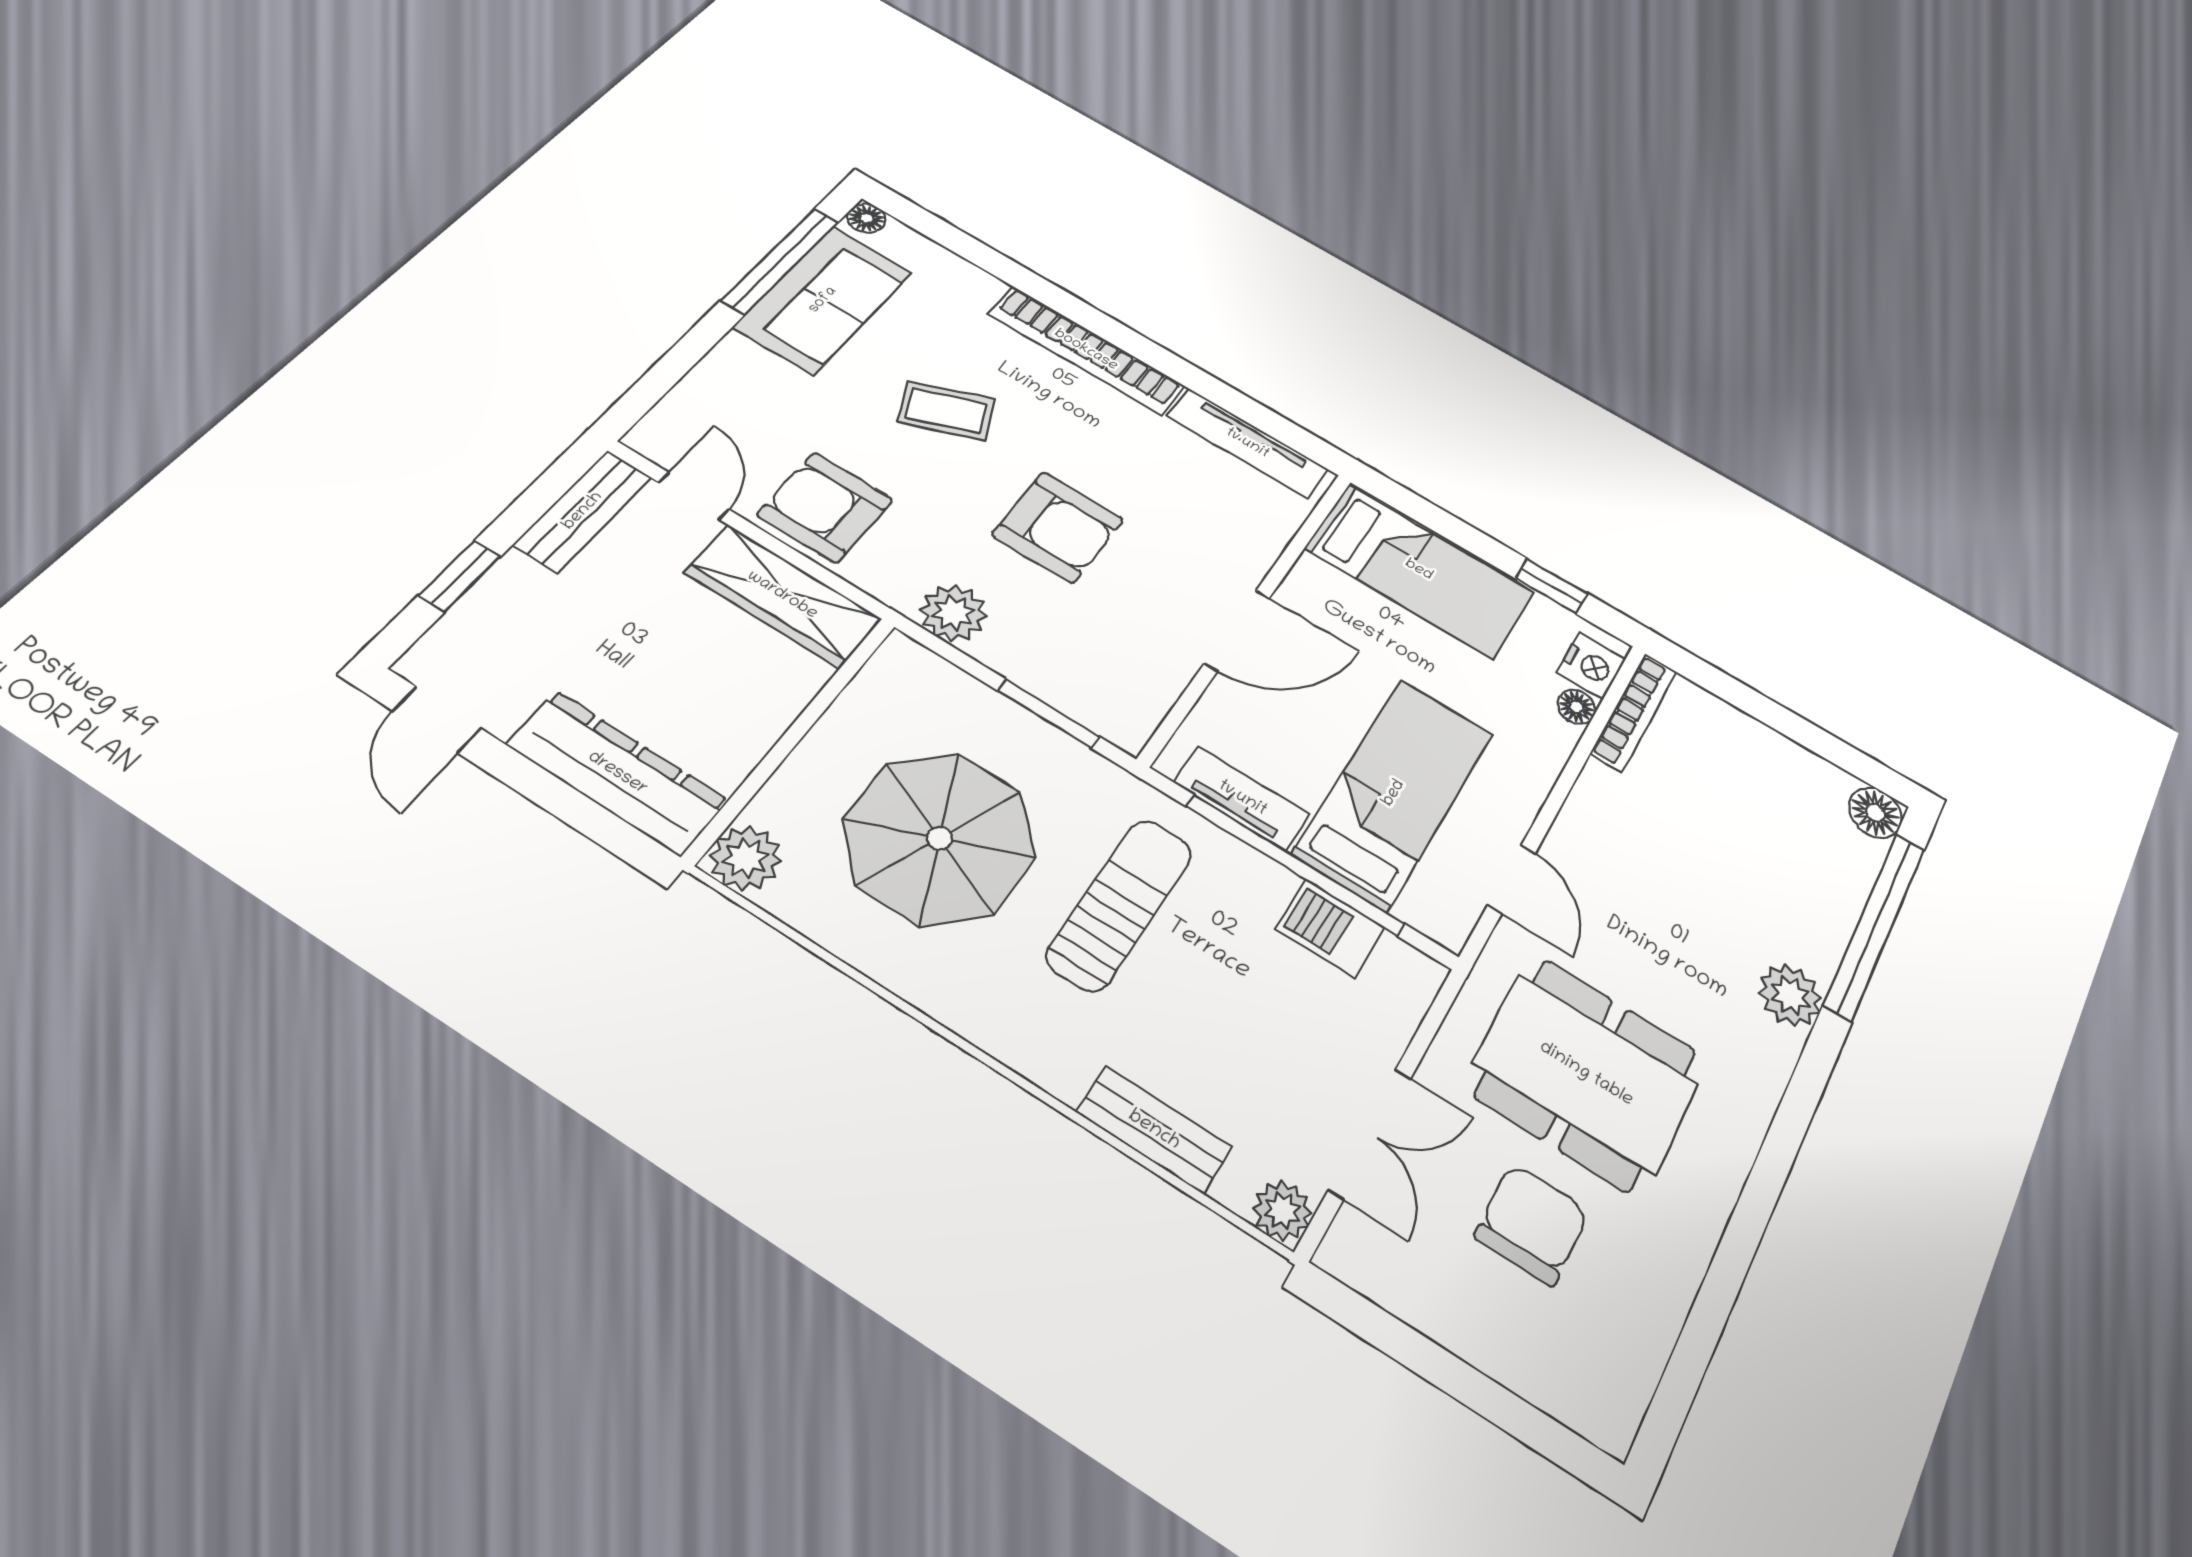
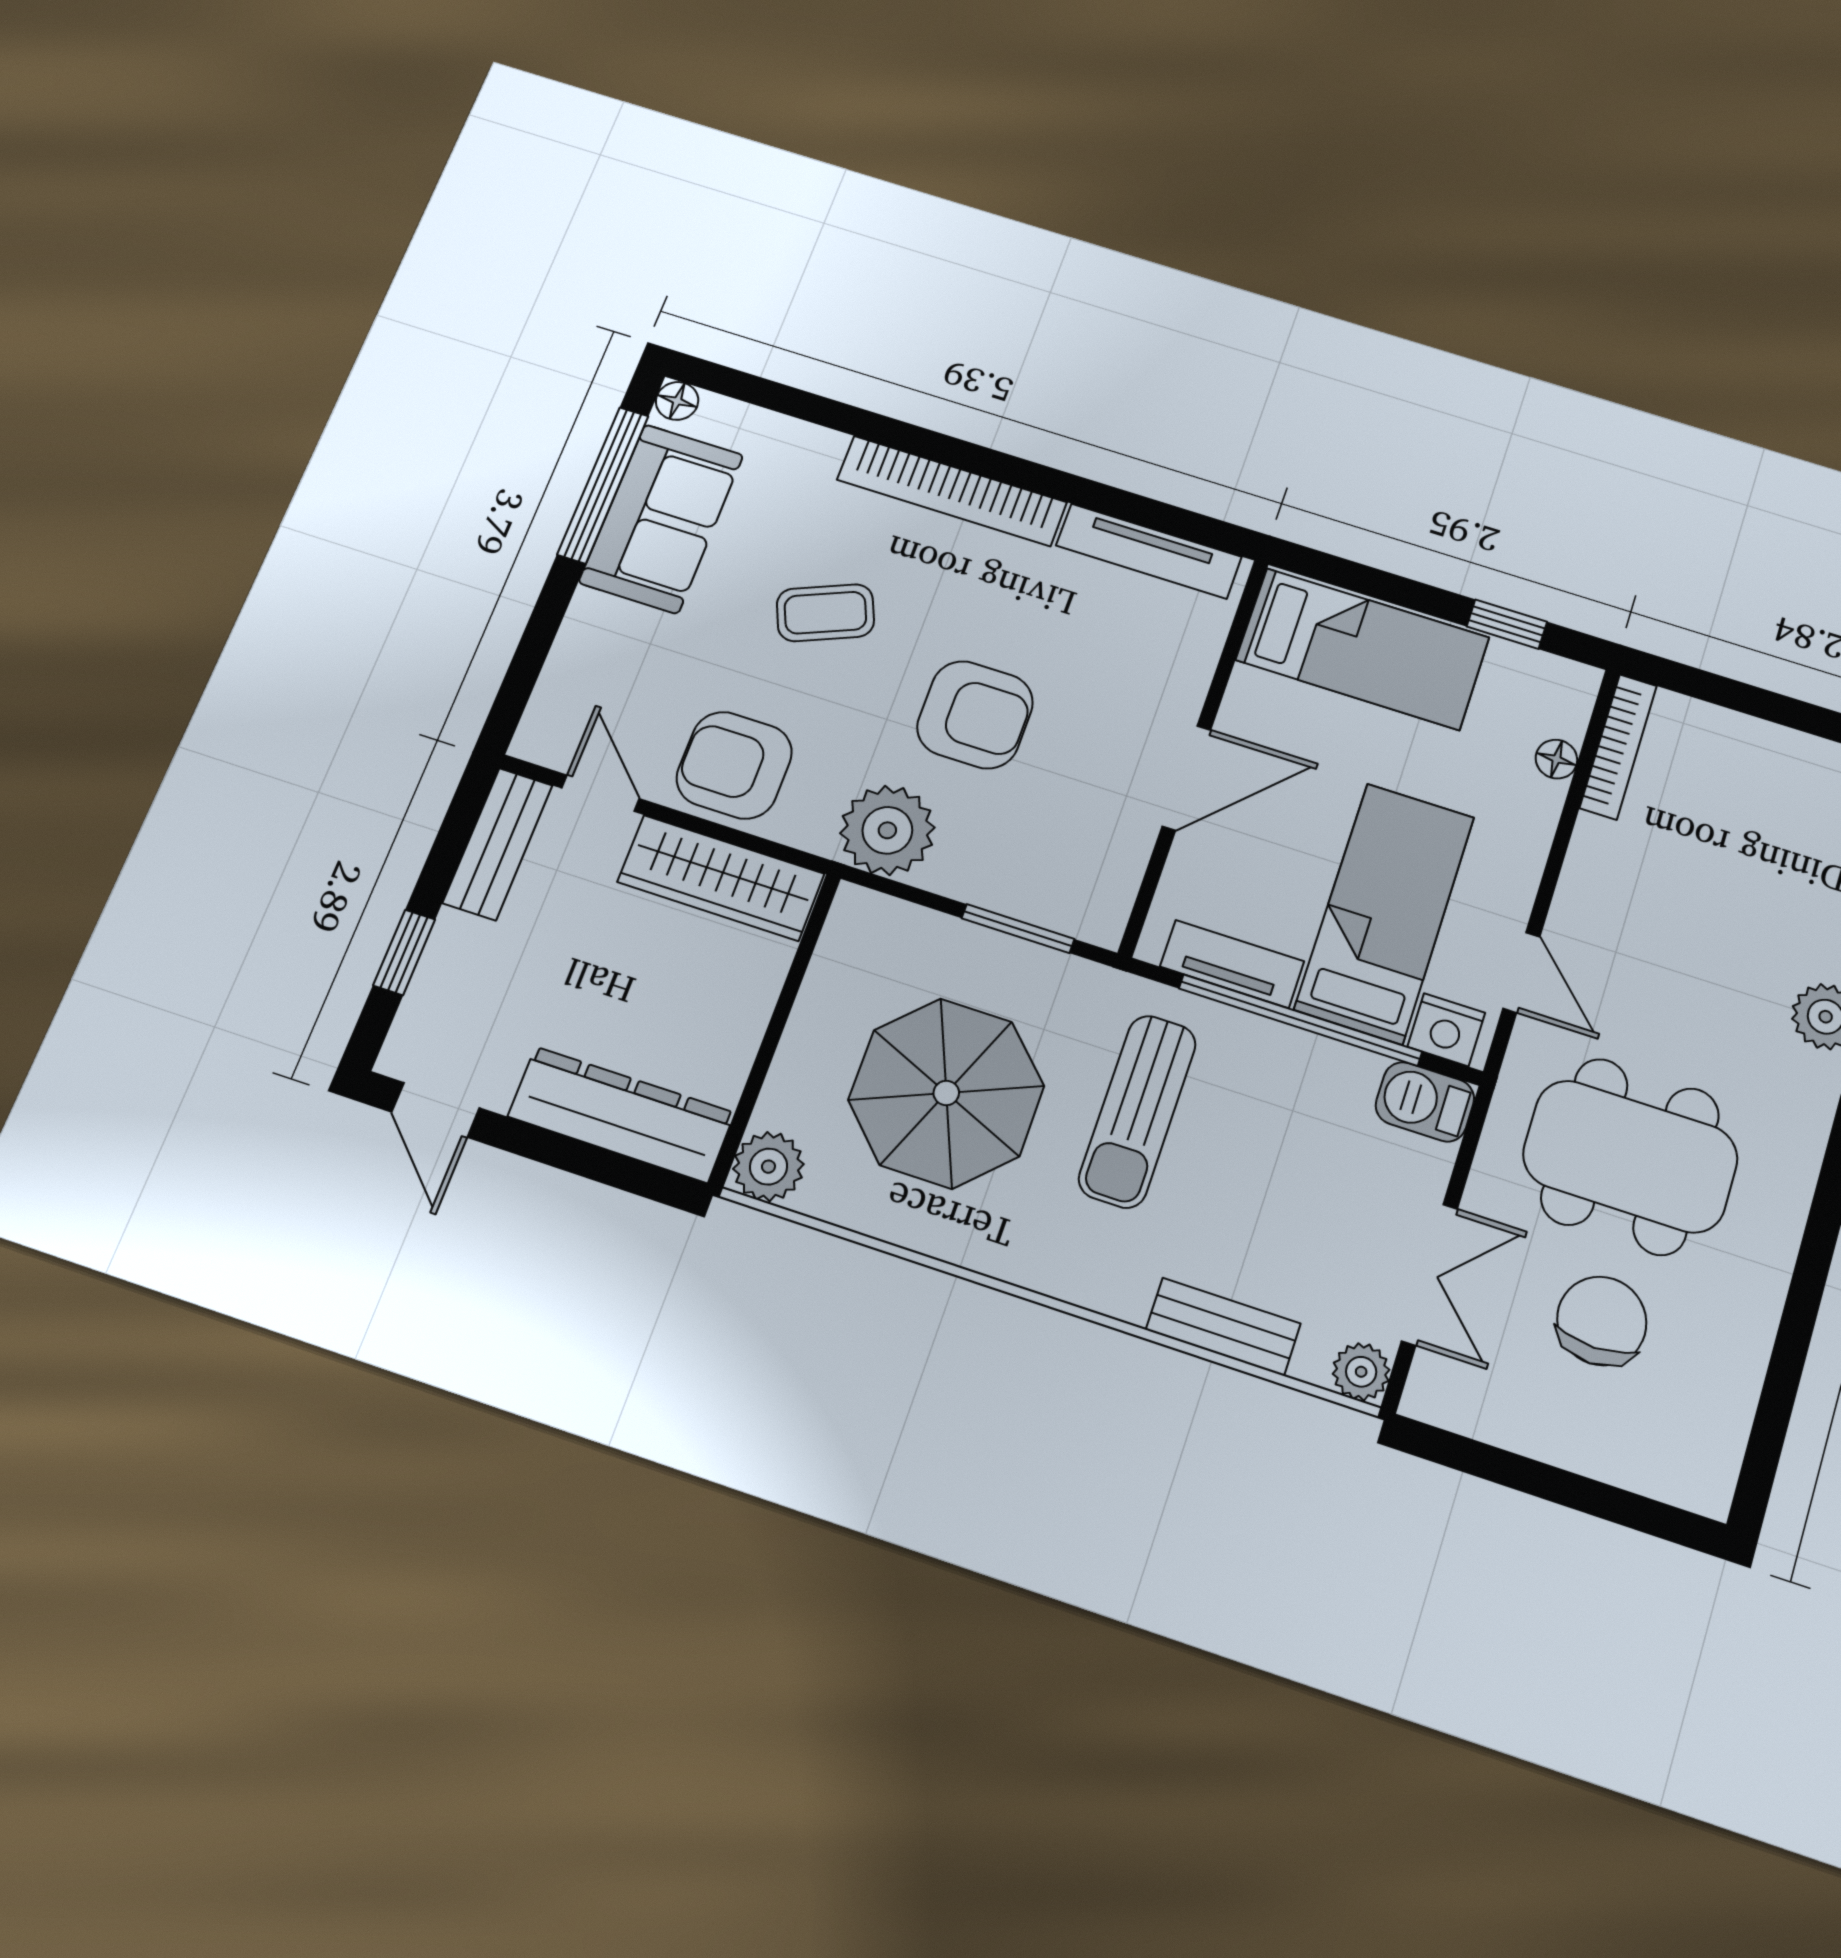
plant: (953, 613) -> (887, 830), width x1.36, depth x1.36
nightstand: (1591, 666) -> (1446, 1030), moved, turned 90
sun lounger: (1120, 904) -> (1137, 1111), turned 180
barbecue: (1330, 928) -> (1425, 1102), moved

